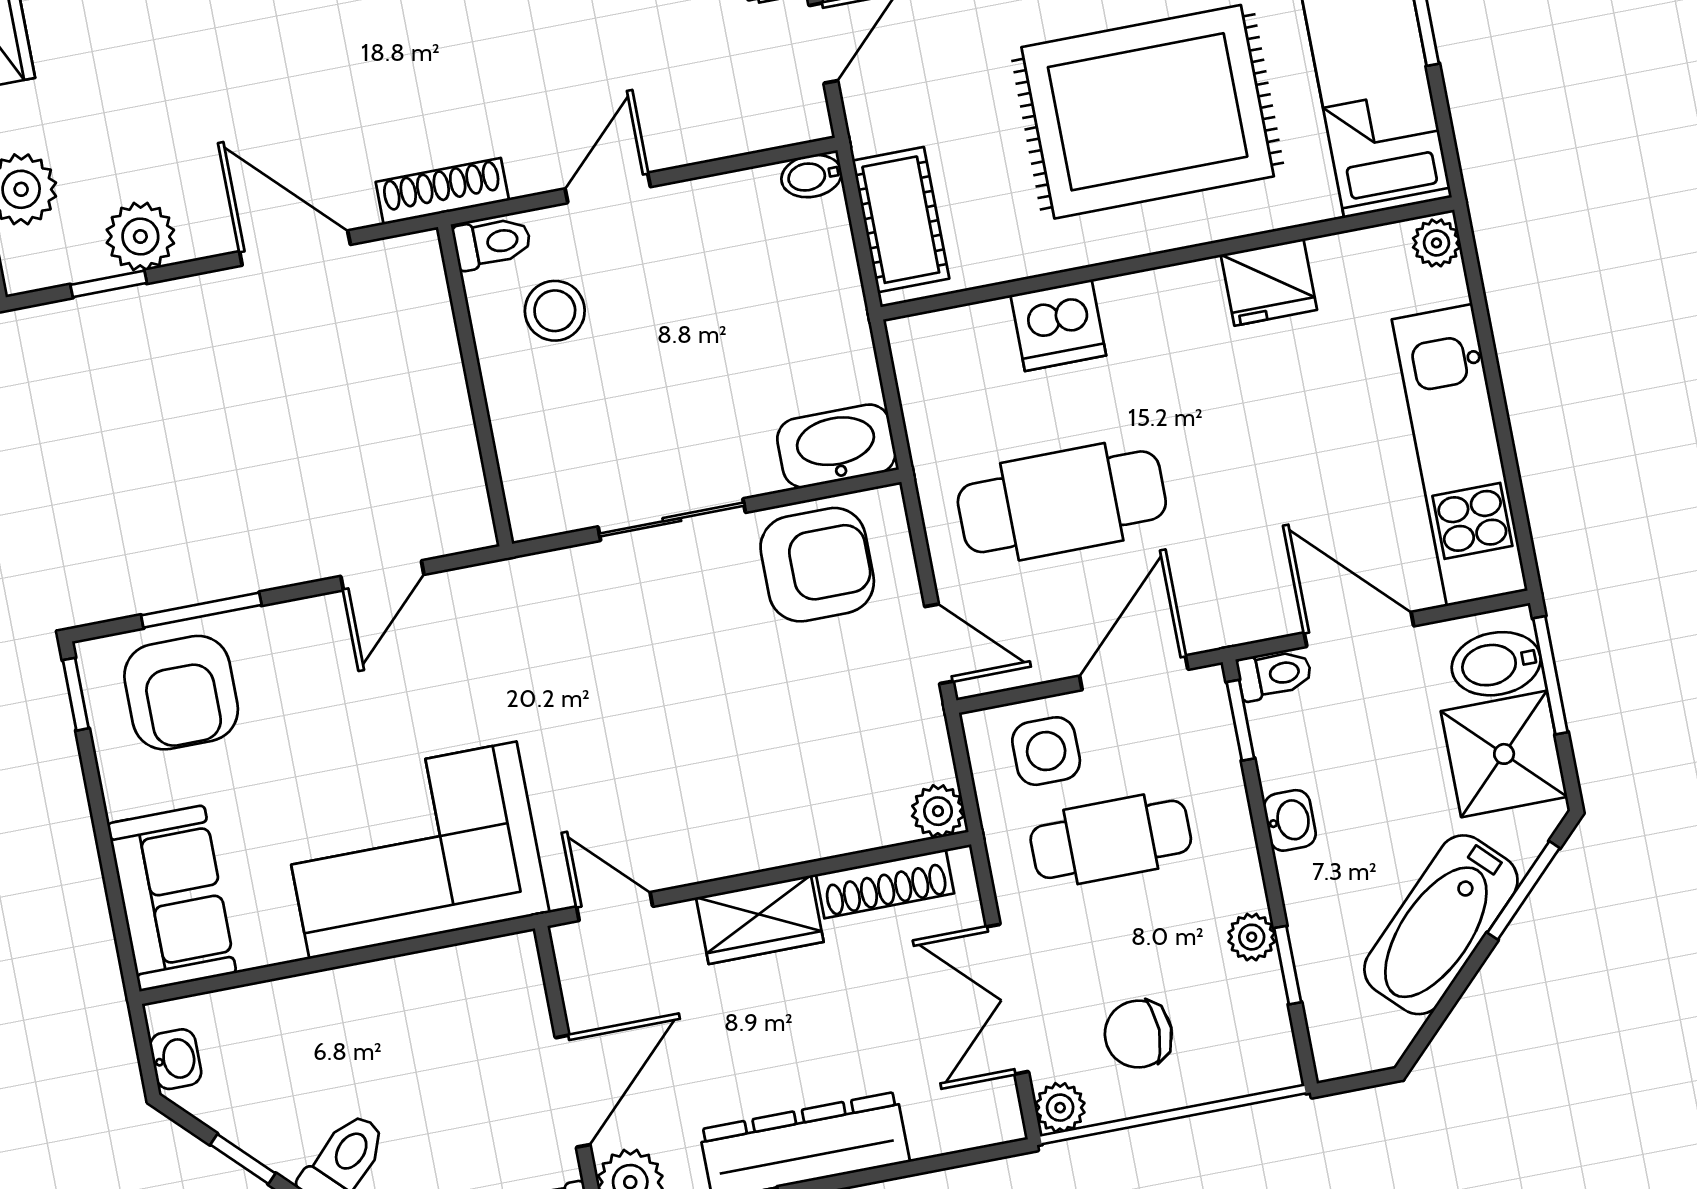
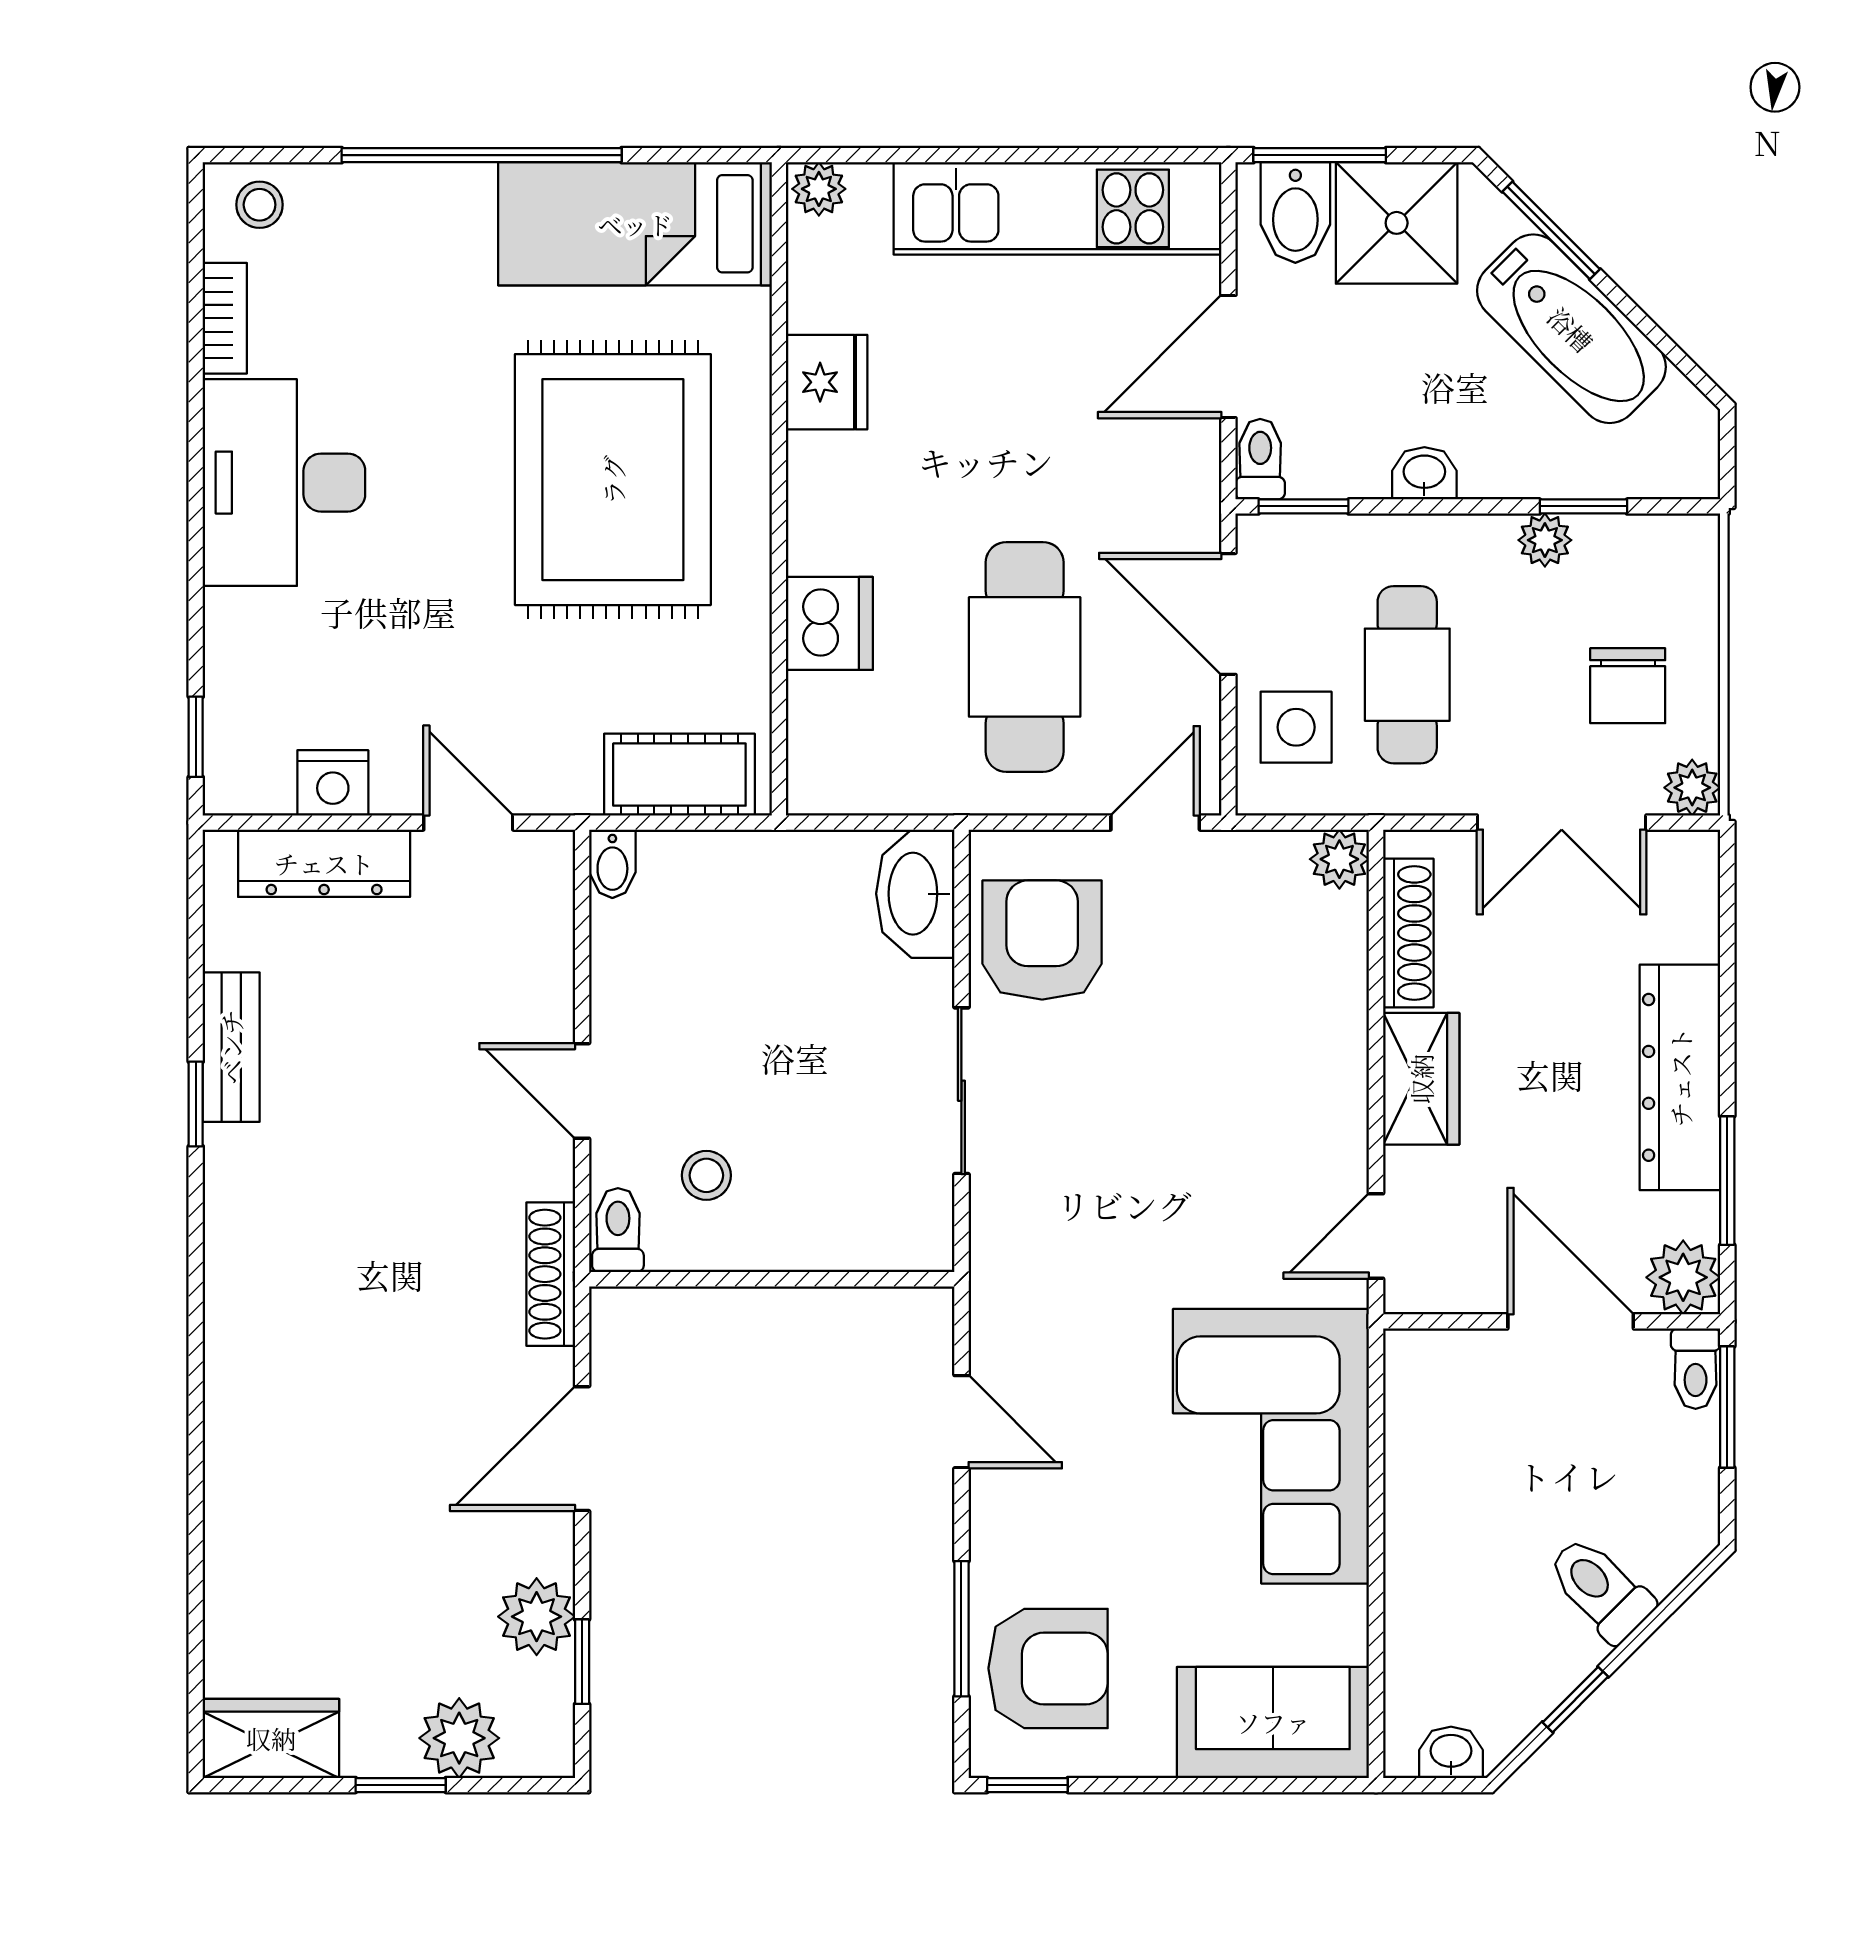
stool: (555, 311) -> (706, 1175), width x0.73, depth x0.73

